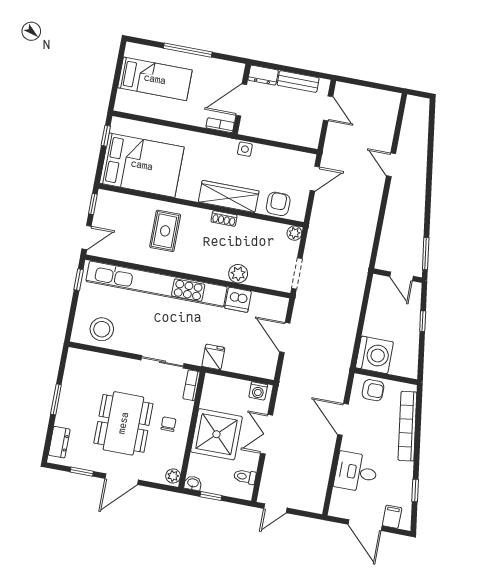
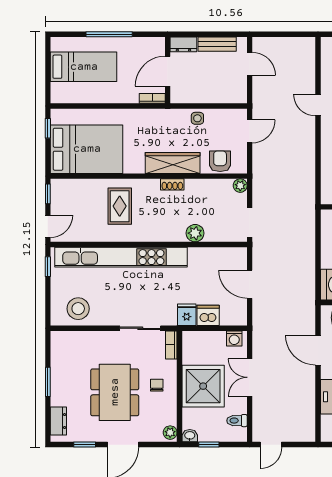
side table: (245, 149) -> (197, 118), moved
dishwasher: (238, 300) -> (208, 315), moved, turned 180

